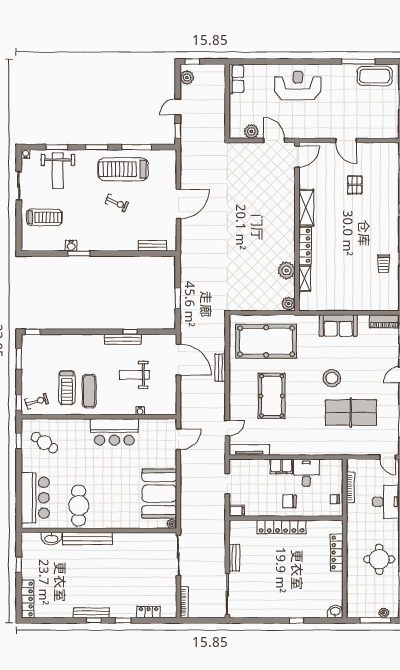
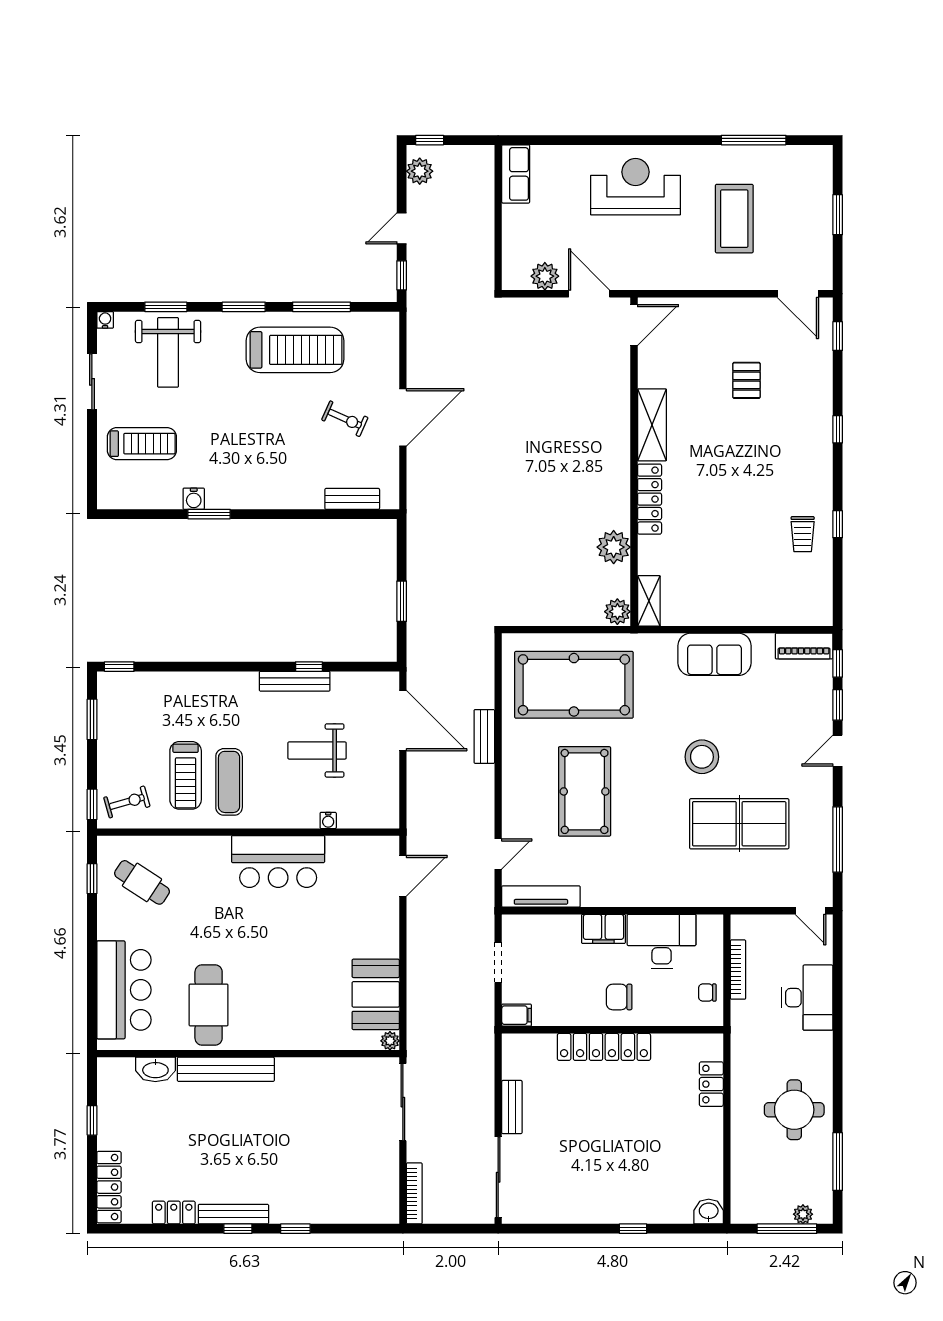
coffee table: (375, 76) -> (734, 219), moved, turned 90
door: (346, 140) -> (798, 294), moved
treadmill: (123, 169) -> (295, 350), turned 180
exercise bike: (117, 203) -> (345, 419), moved
shelving: (305, 278) -> (649, 601), moved
desk: (306, 473) -> (662, 941), width x1.37
booth: (159, 494) -> (376, 994), width x0.73, depth x0.70
locker: (337, 552) -> (711, 1084), width x0.66
locker: (149, 612) -> (174, 1213), moved

